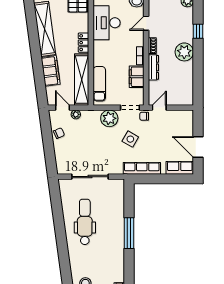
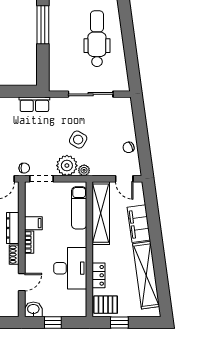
desk: (107, 23) -> (70, 268), moved
locker: (83, 43) -> (99, 275), moved
filing cabinet: (137, 77) -> (33, 223), width x0.50
plant: (76, 114) -> (84, 170), moved
side table: (130, 139) -> (78, 140), moved
row of seats: (142, 168) -> (34, 104), width x0.68
dental chair: (85, 222) -> (97, 39), turned 180

